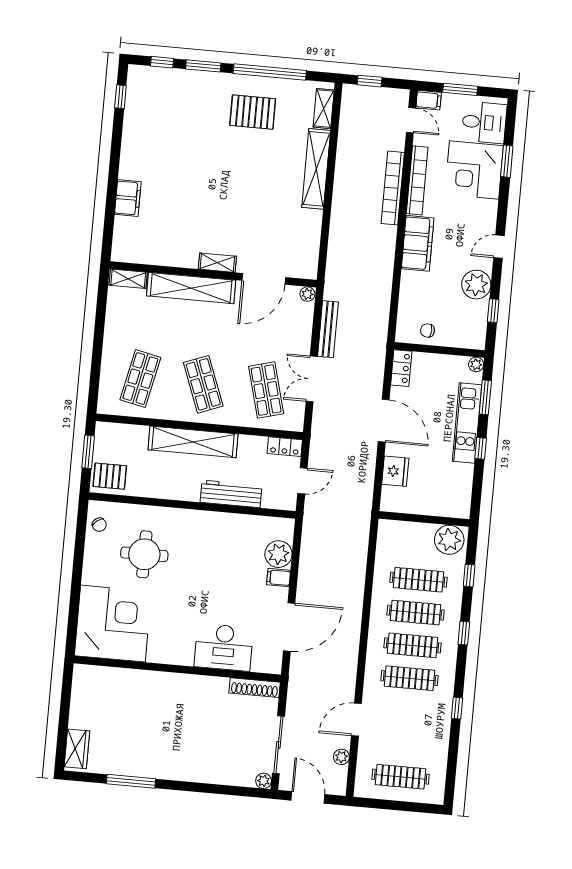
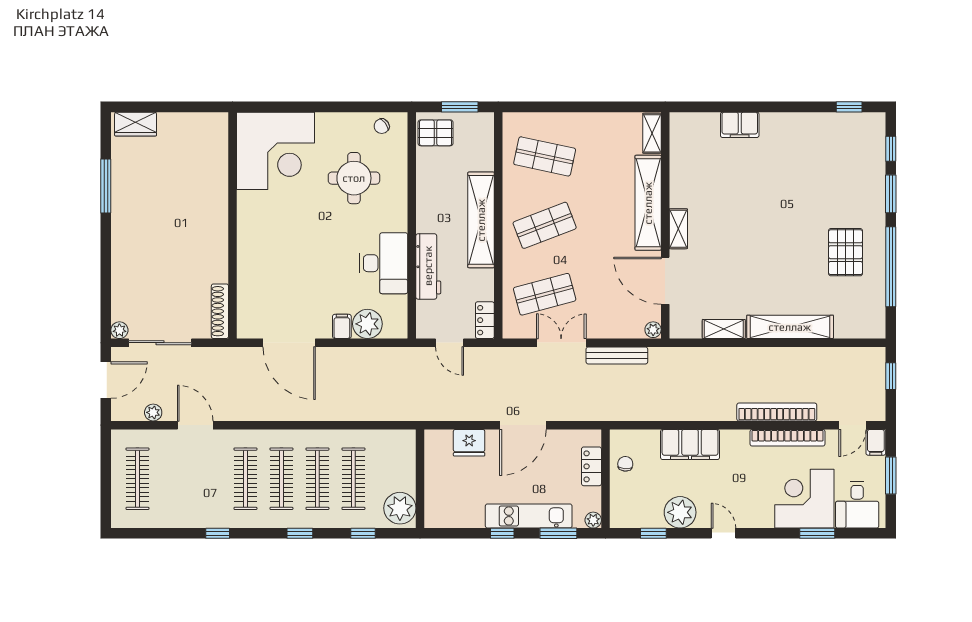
shelving: (324, 109) -> (724, 329), moved
filing cabinet: (418, 243) -> (690, 444), moved
locker: (401, 368) -> (591, 466), moved, turned 90
pallet: (110, 476) -> (436, 133), turned 90
desk: (224, 647) -> (384, 263), moved, turned 180

